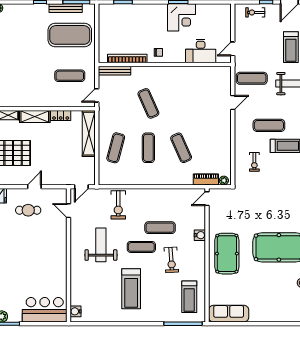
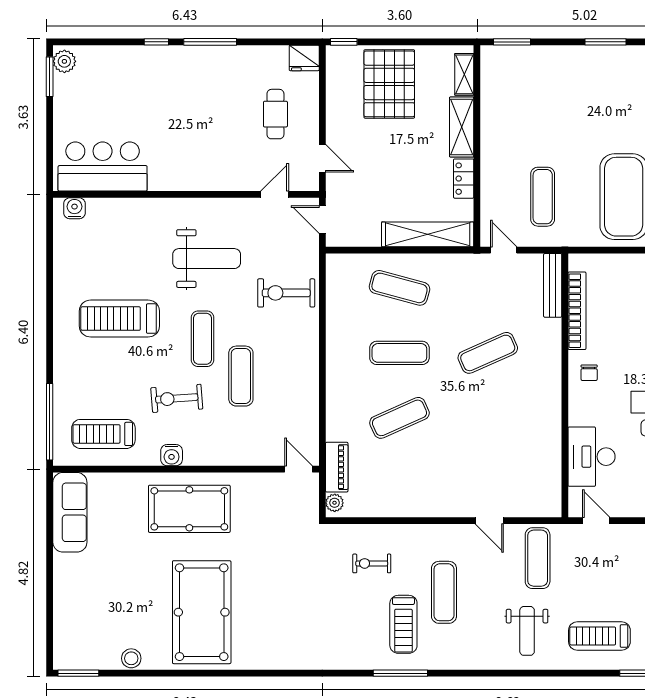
door: (34, 187) -> (322, 158), moved
water cooler: (200, 235) -> (172, 455), moved
bar counter: (45, 310) -> (103, 166), moved, turned -90

